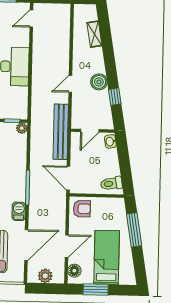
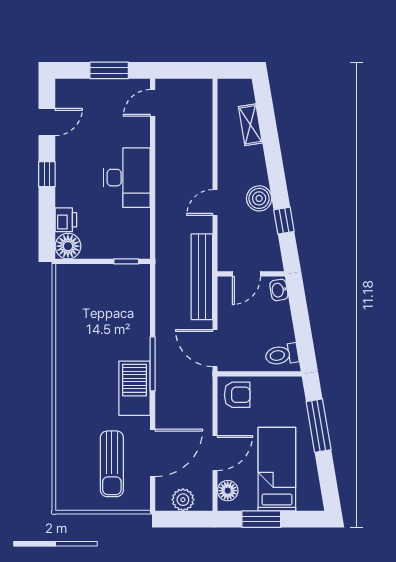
plant: (22, 128) -> (141, 273), removed
barbecue: (19, 211) -> (134, 388), width x1.88, depth x1.53

